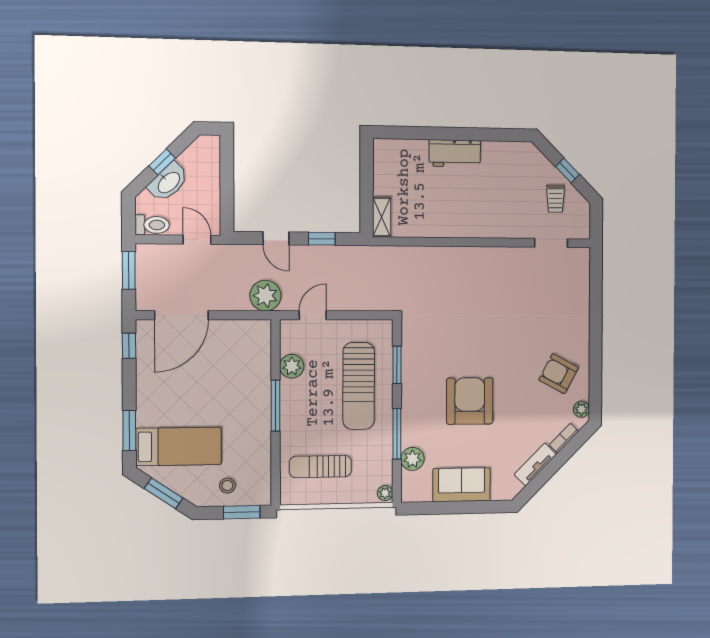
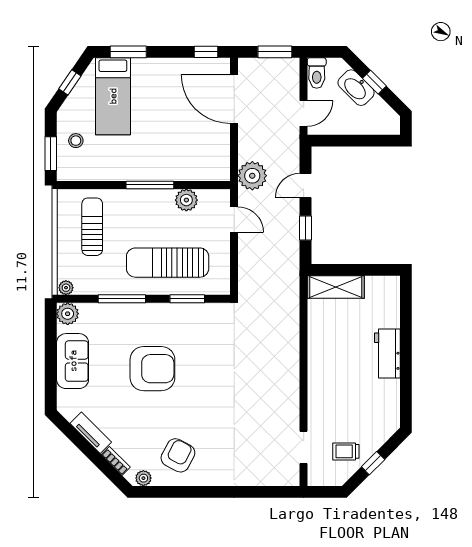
shelving: (382, 217) -> (336, 287), width x1.50, depth x1.33
plant: (412, 459) -> (68, 314), moved
window: (164, 493) -> (70, 82), width x0.67

